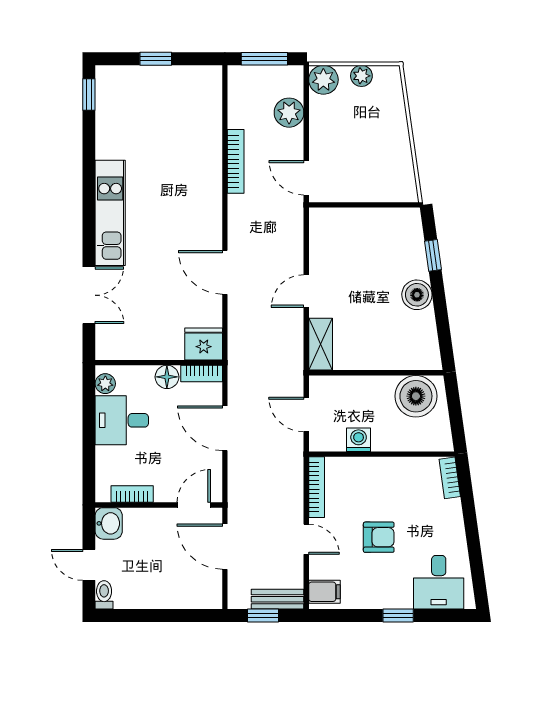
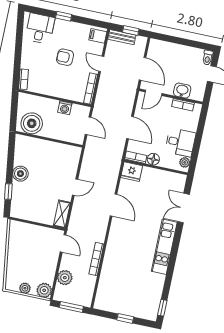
shelving: (321, 344) -> (62, 214), moved
washbasin: (109, 523) -> (182, 91), moved, turned 90

